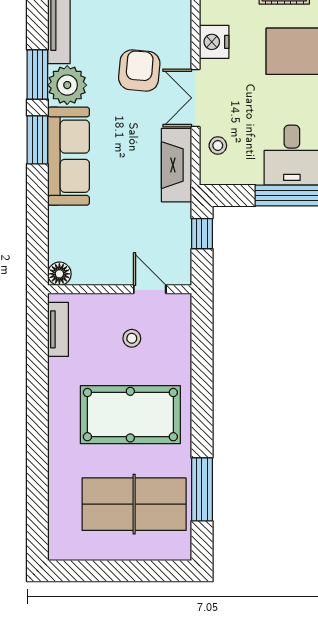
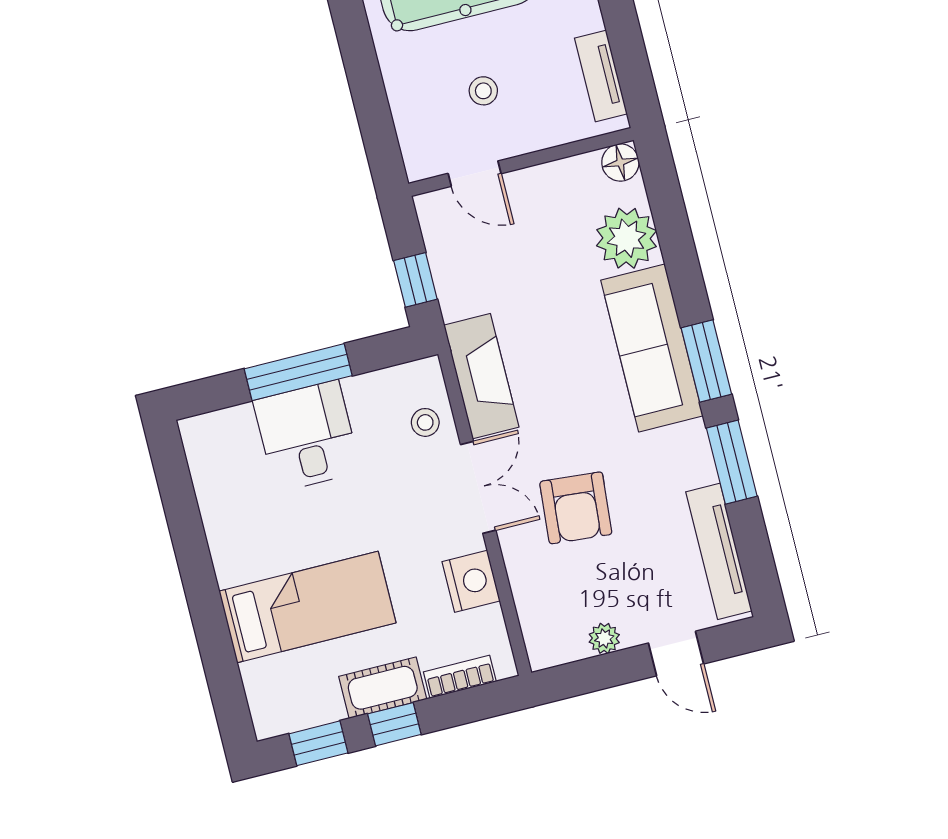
plant: (67, 85) -> (627, 238), moved

